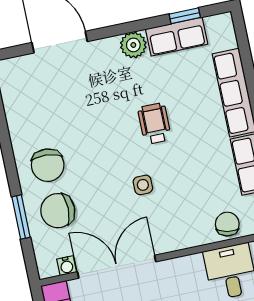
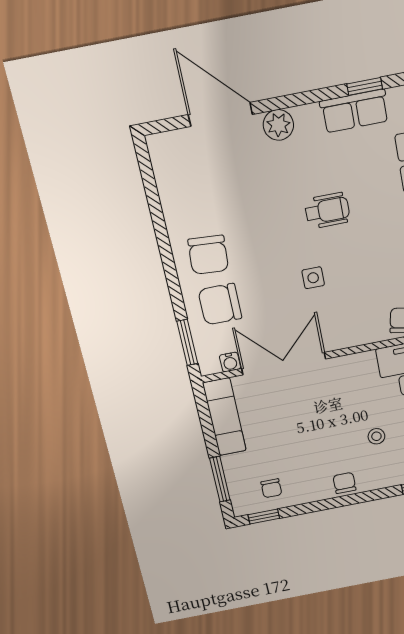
plant: (133, 45) -> (278, 125), moved
wheelchair: (155, 124) -> (327, 211), turned 90
window: (21, 217) -> (187, 342), moved

